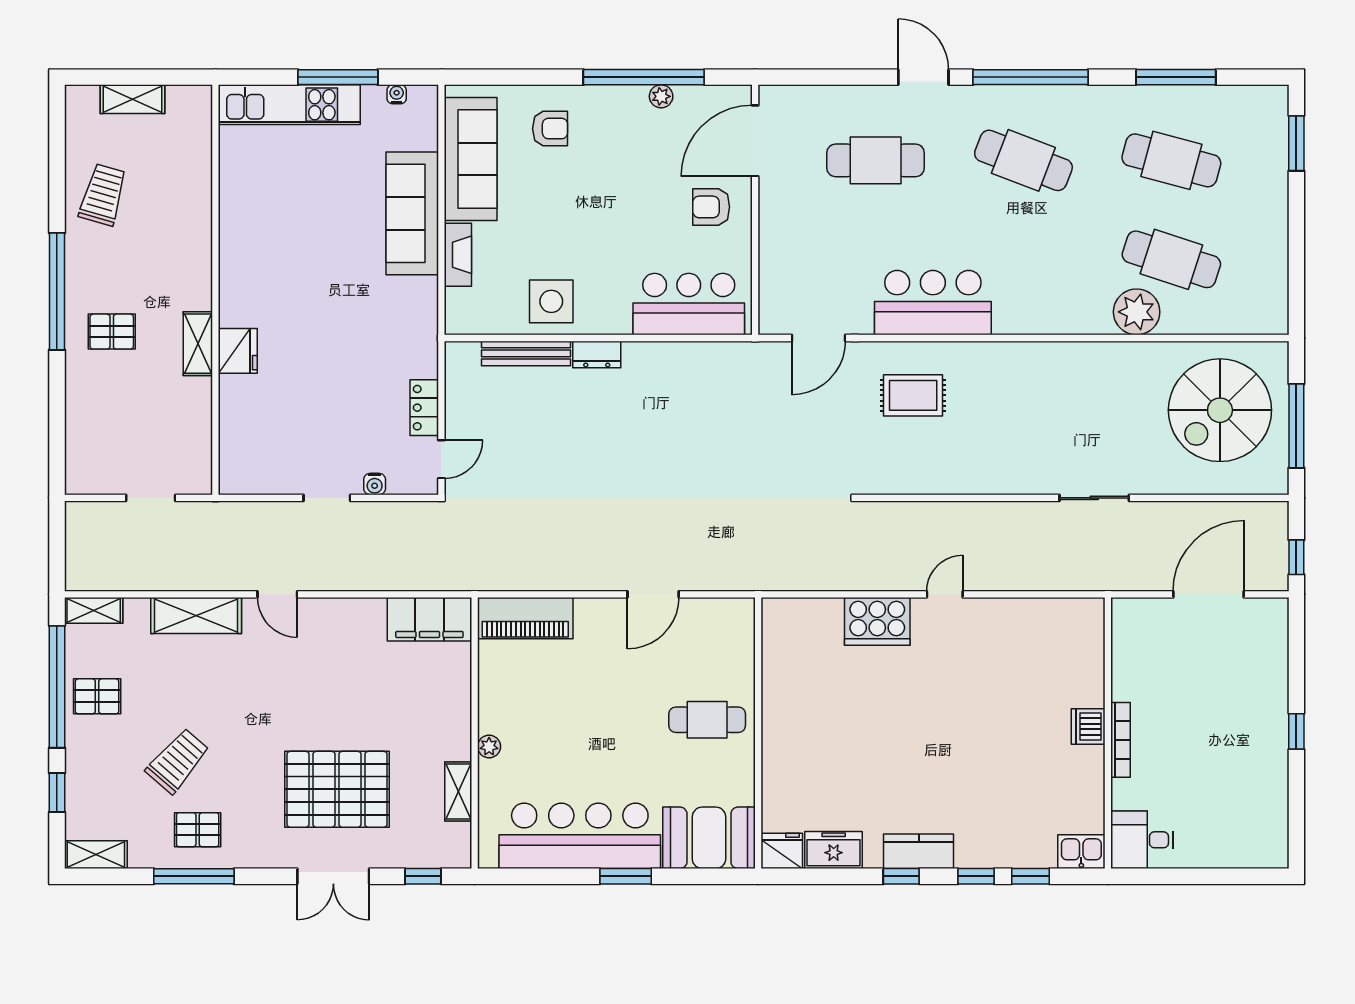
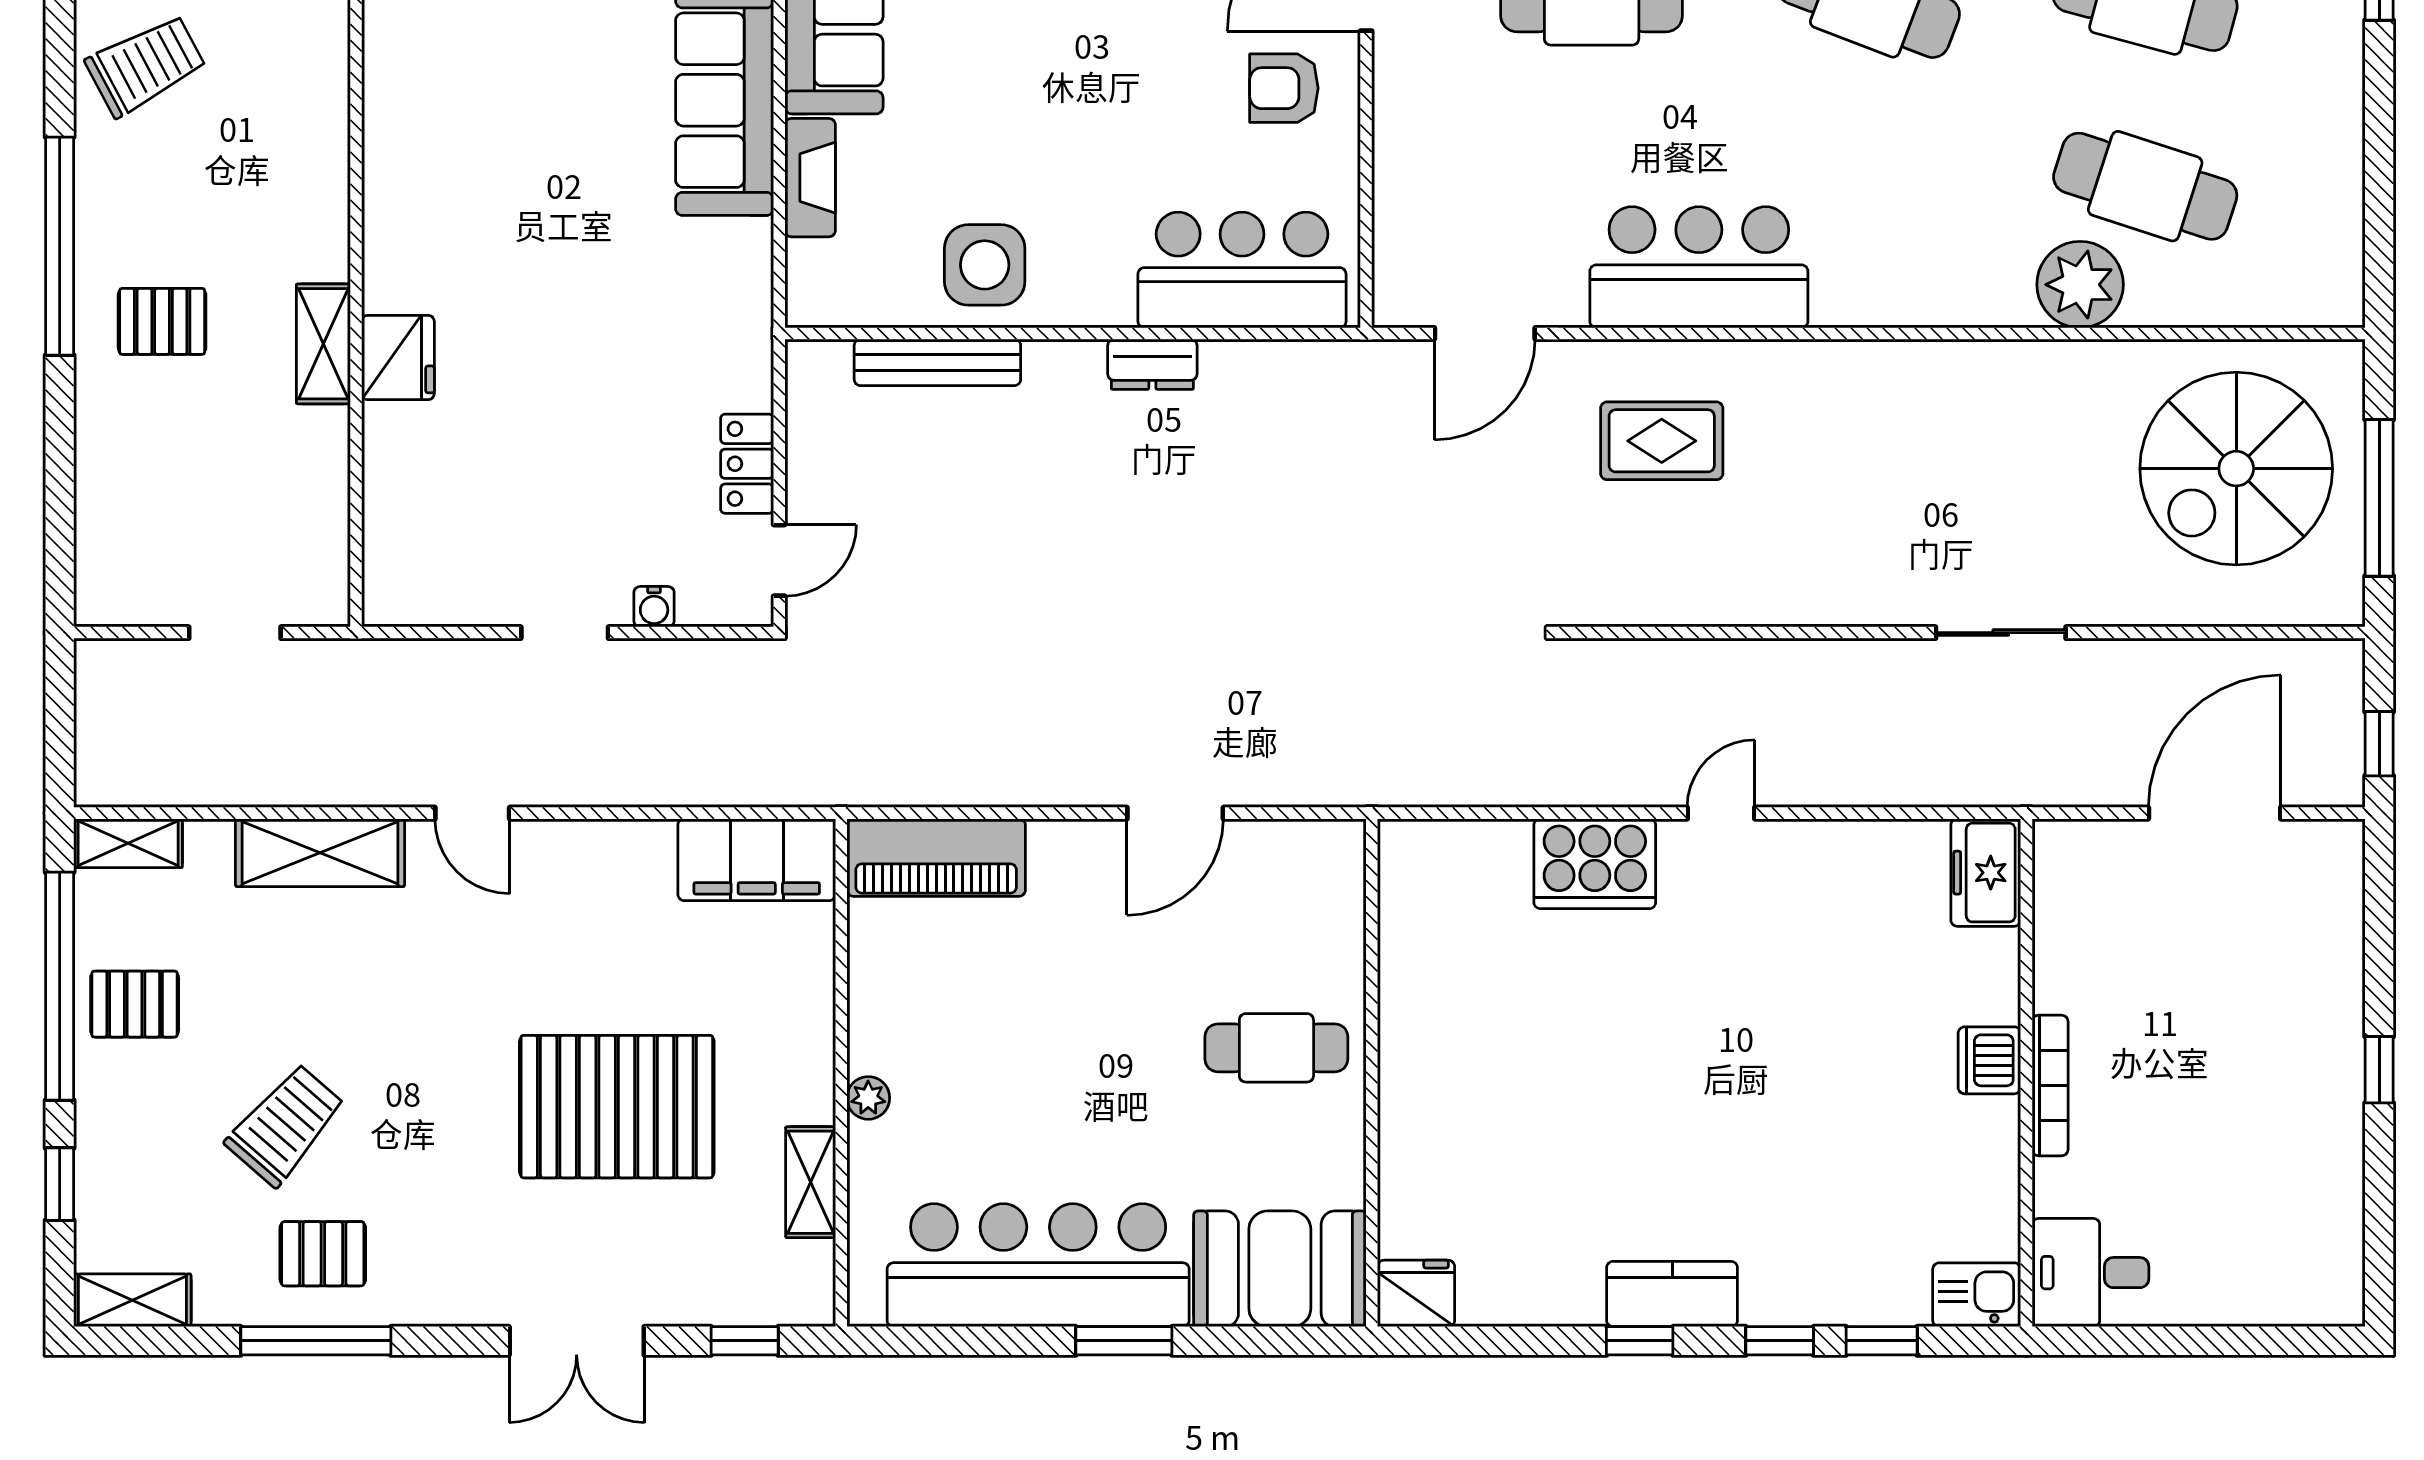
trolley: (103, 195) -> (146, 65), turned 46
dresser: (597, 354) -> (1152, 364), moved
pallet: (337, 789) -> (617, 1107), moved
freezer: (834, 850) -> (1986, 873), moved, turned -90

